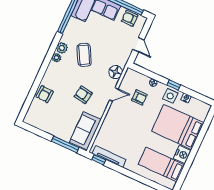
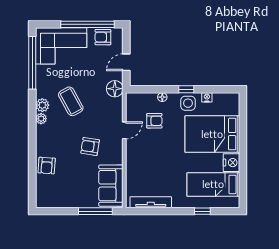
door: (138, 45) -> (126, 62), swing flipped
floor lamp: (116, 72) -> (115, 89), moved
window: (99, 160) -> (202, 211), moved

